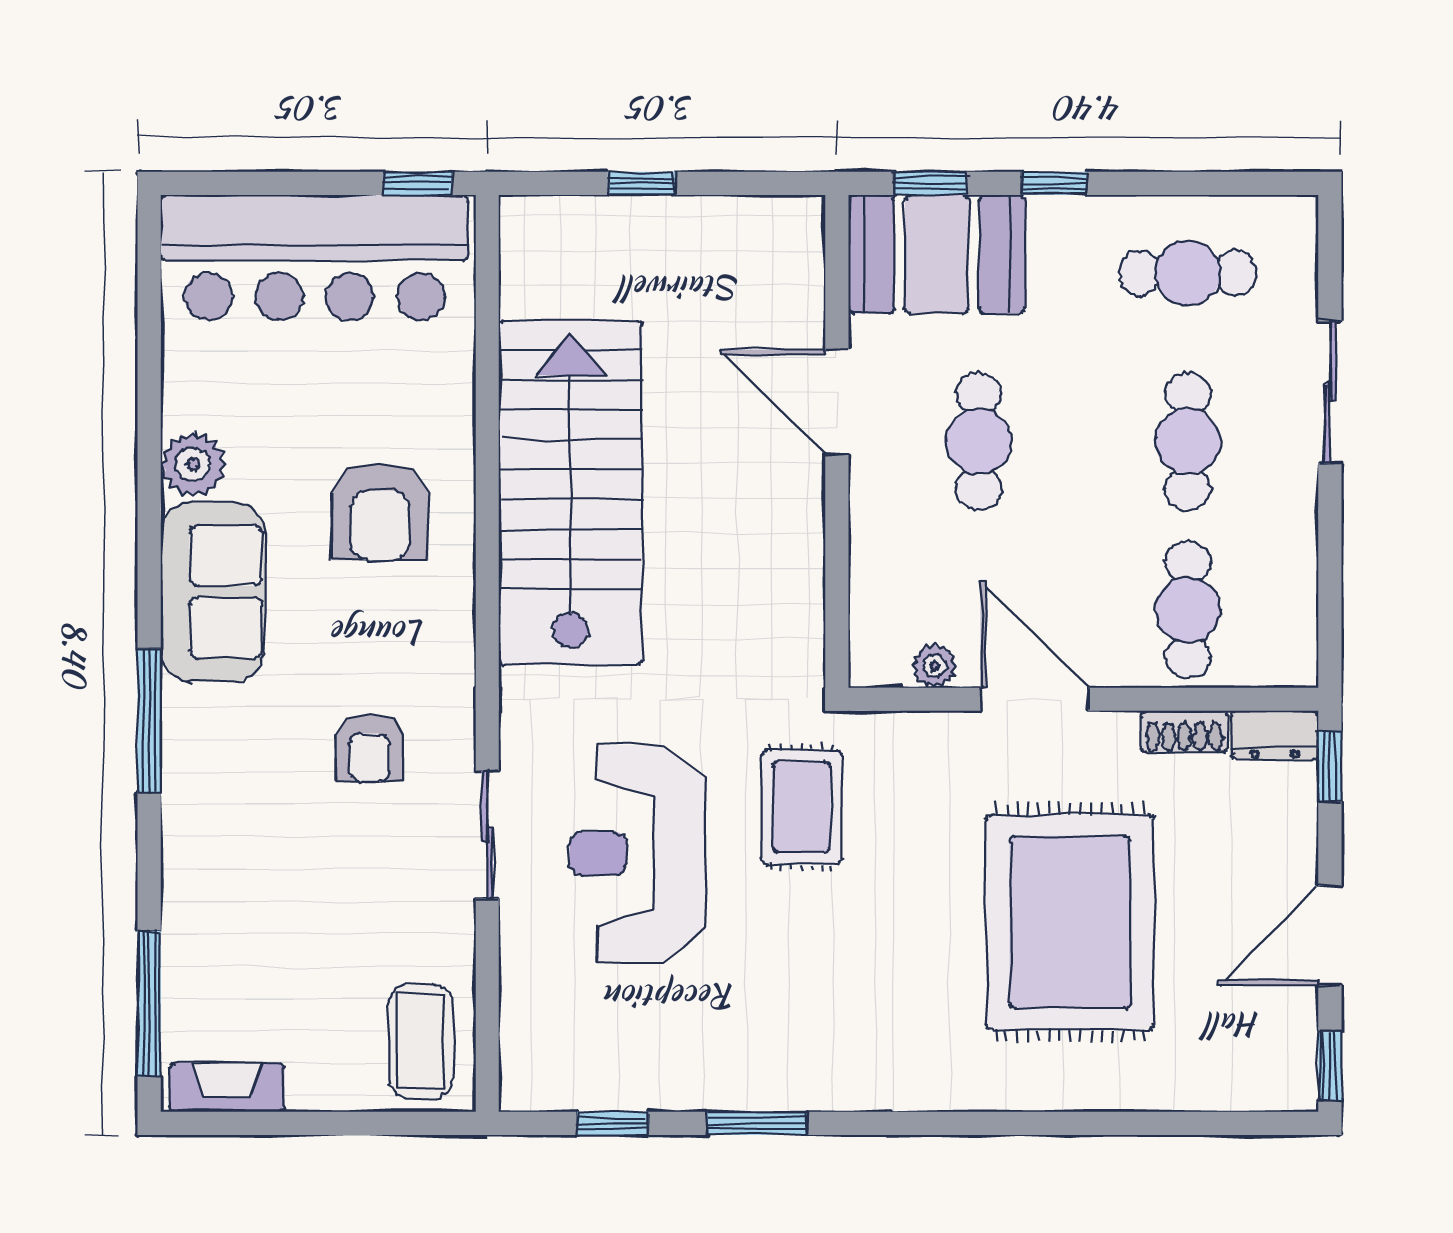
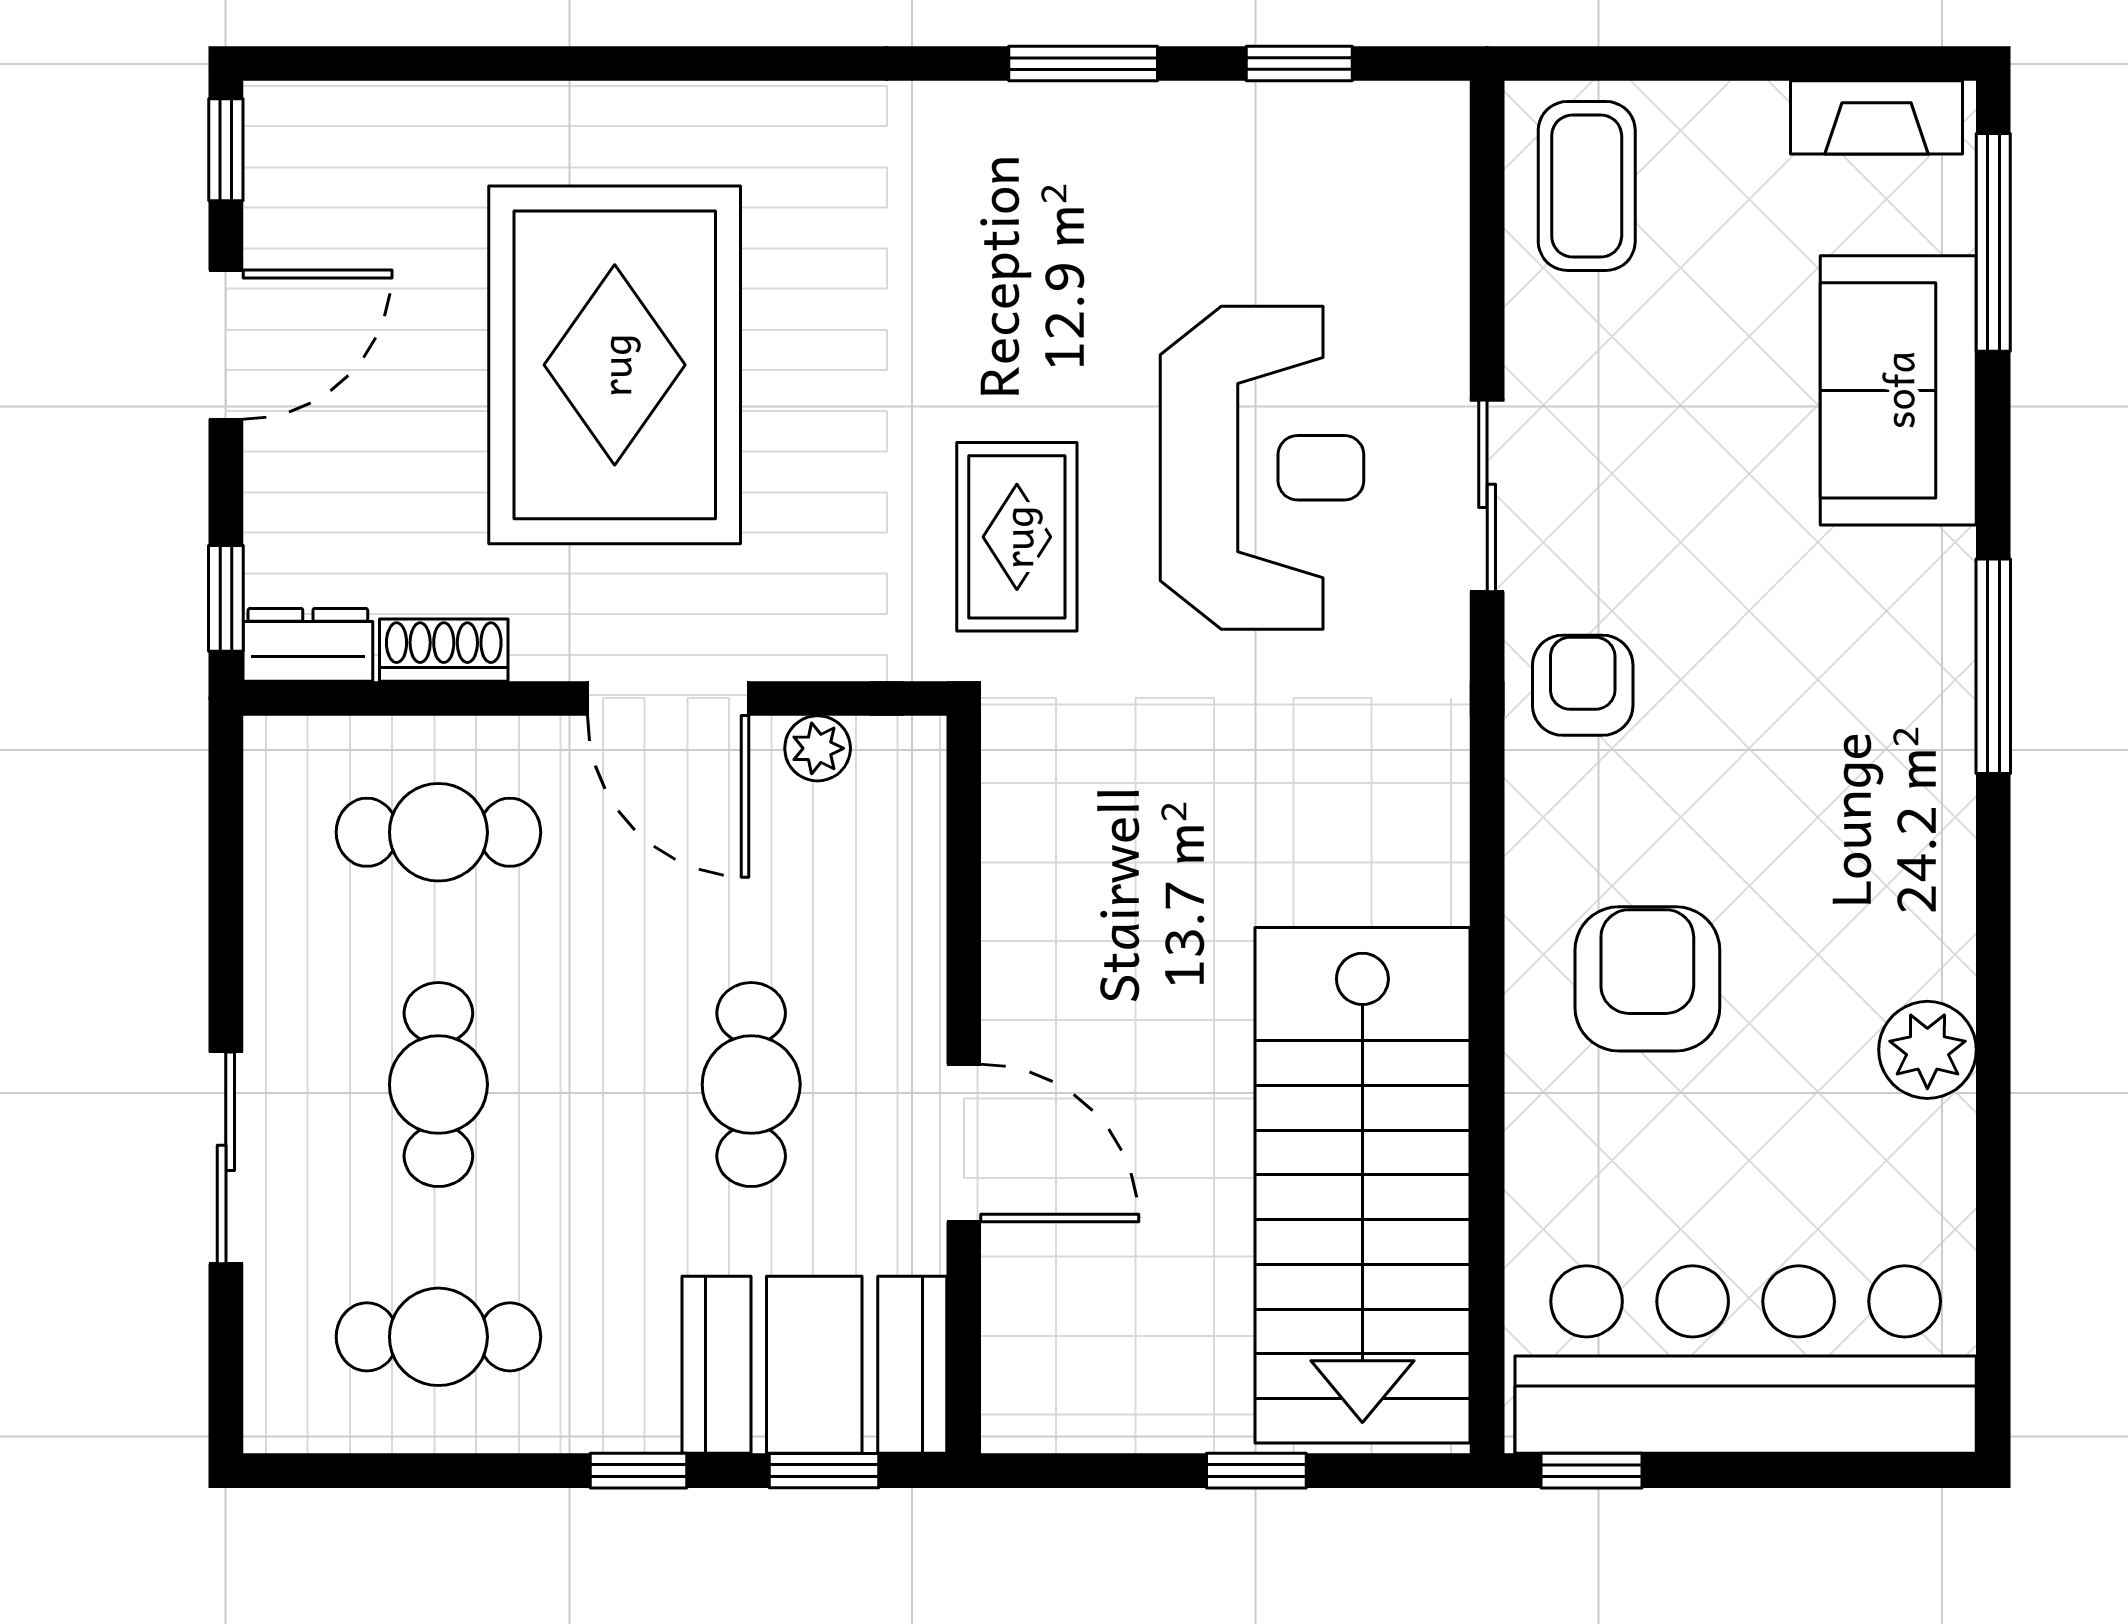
stairs: (570, 492) -> (1362, 1185), moved
sofa: (213, 592) -> (1898, 390), moved
cafe table: (1188, 610) -> (438, 832), turned 90
armchair: (370, 748) -> (1583, 685), moved

